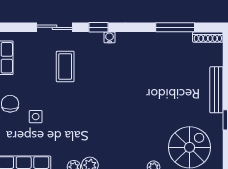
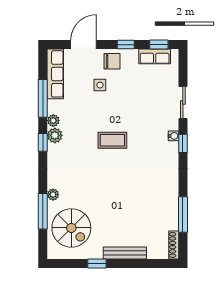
water cooler: (110, 37) -> (173, 136), moved
coffee table: (65, 66) -> (112, 140), moved

